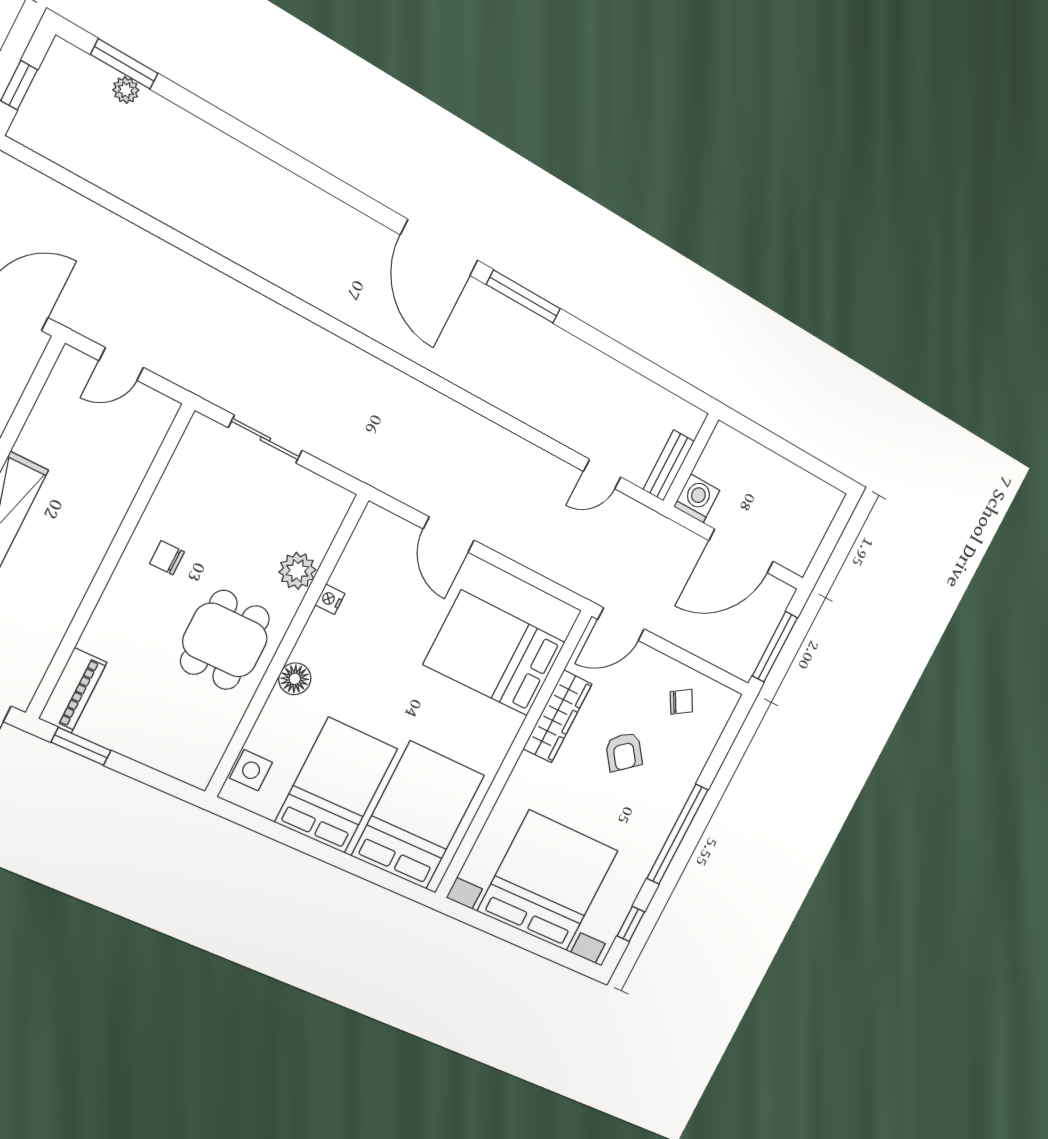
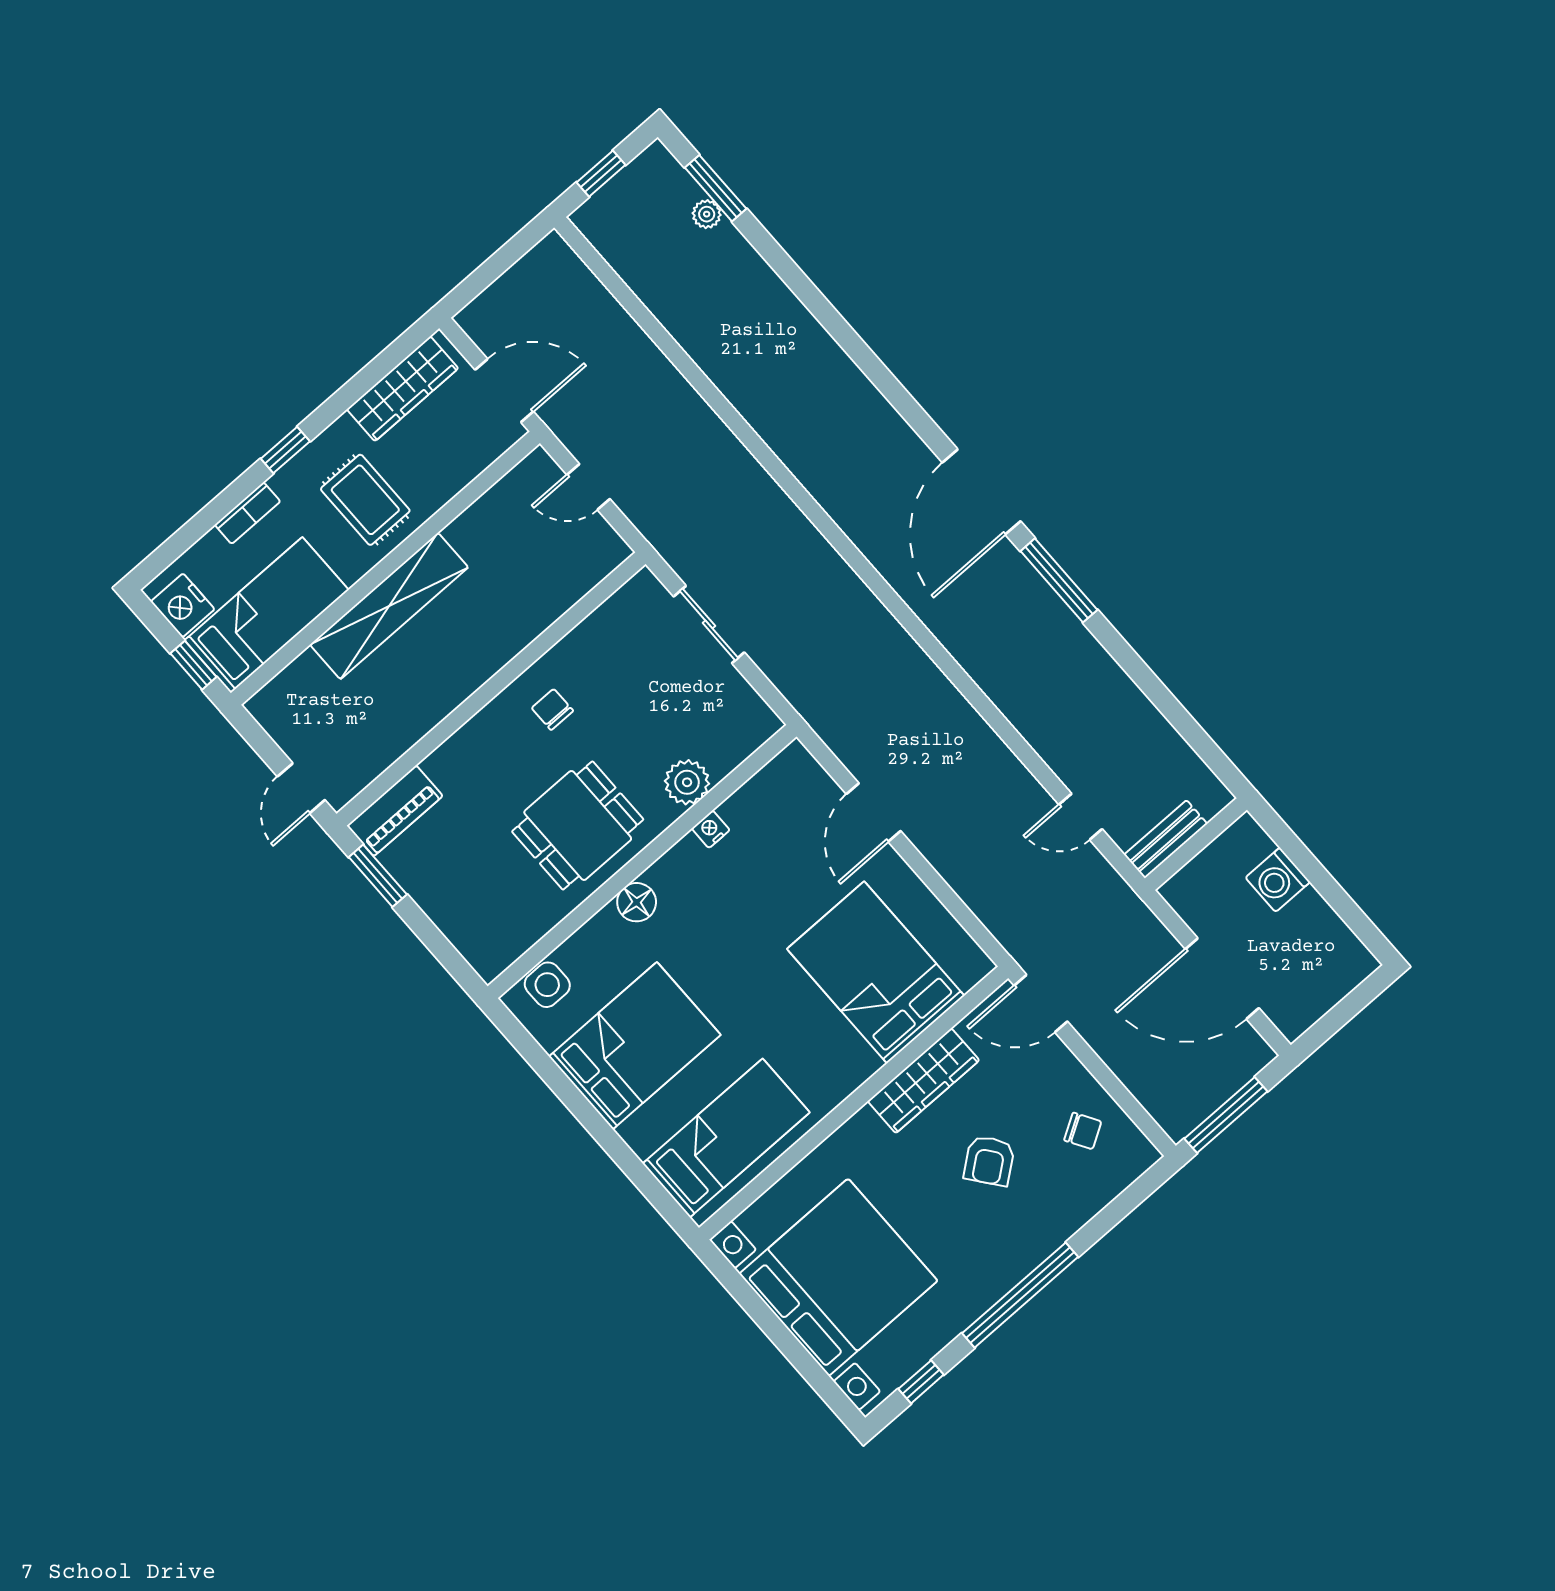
washing machine: (697, 498) -> (1278, 880), moved, turned 180
bed: (418, 815) -> (726, 1138), width x0.67

